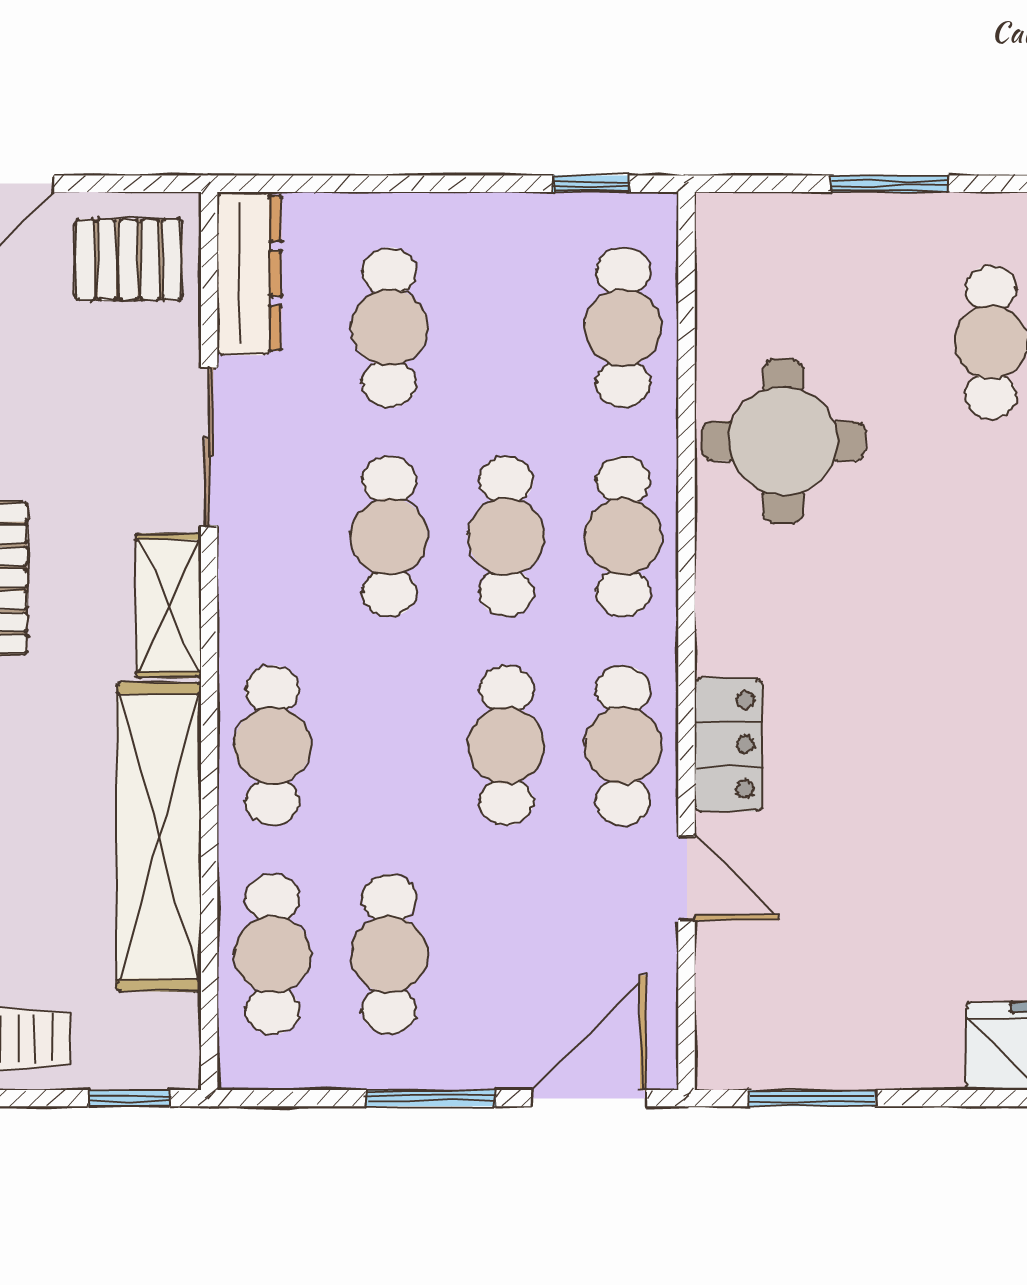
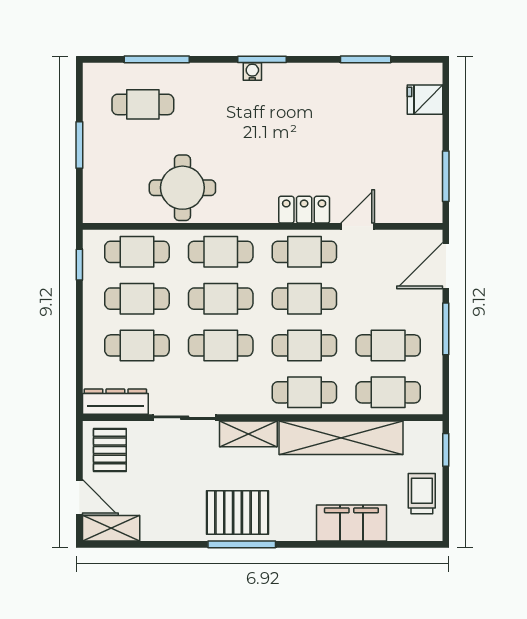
cafe table: (506, 327) -> (137, 299), added
cafe table: (389, 745) -> (304, 345), added
door: (589, 1098) -> (446, 266), hinge flipped

